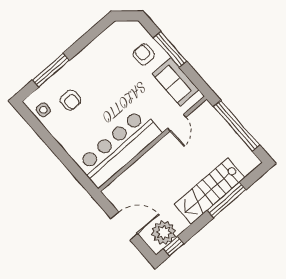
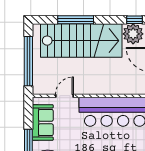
stairs: (210, 191) -> (81, 41), width x1.36, depth x1.51

